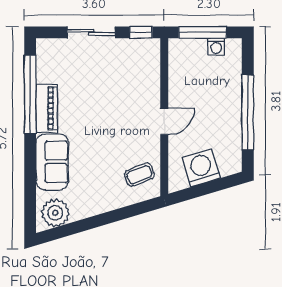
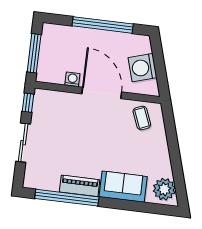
washing machine: (216, 47) -> (72, 79), moved, turned -90
door: (164, 121) -> (102, 93), width x1.87

